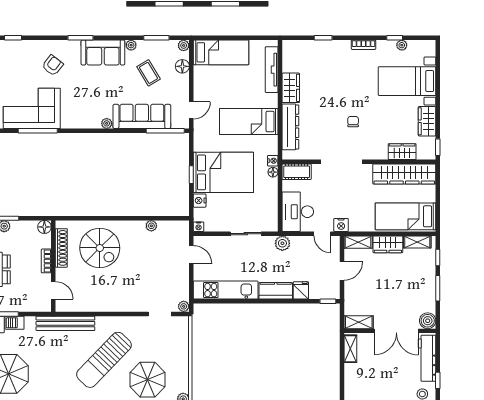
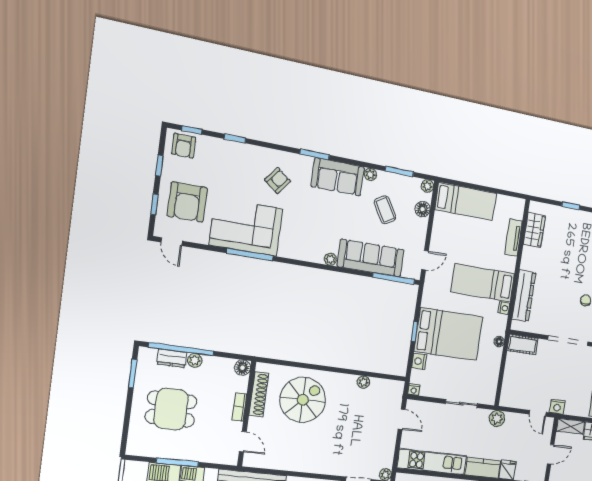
tv unit: (272, 70) -> (514, 238), width x0.71
wardrobe: (291, 88) -> (534, 230), moved
nightstand: (273, 161) -> (504, 308), moved
desk: (298, 212) -> (517, 387), removed
spiral stairs: (100, 248) -> (303, 400), turned -90

